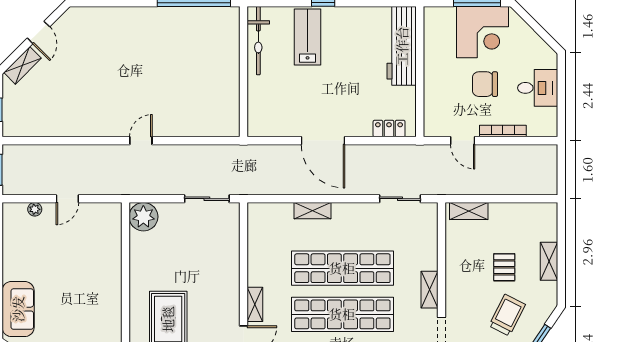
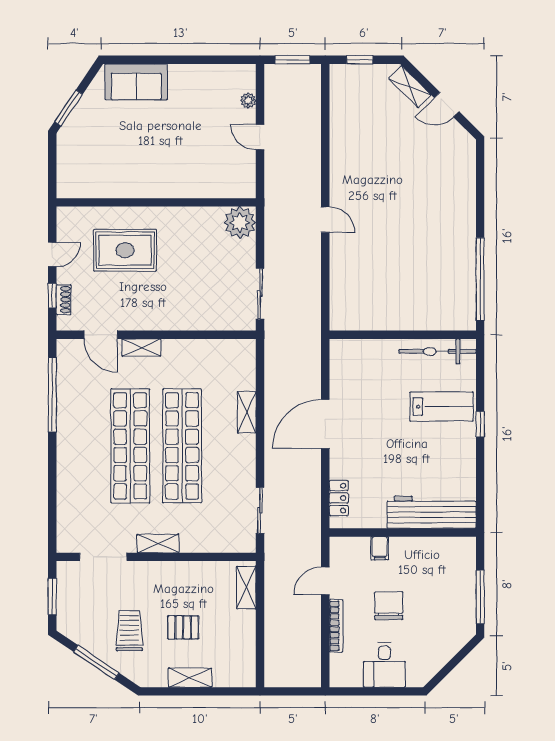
corner desk: (482, 32) -> (447, 603), removed
filing cabinet: (434, 92) -> (380, 548), added
trolley: (507, 315) -> (129, 631), turned -117

